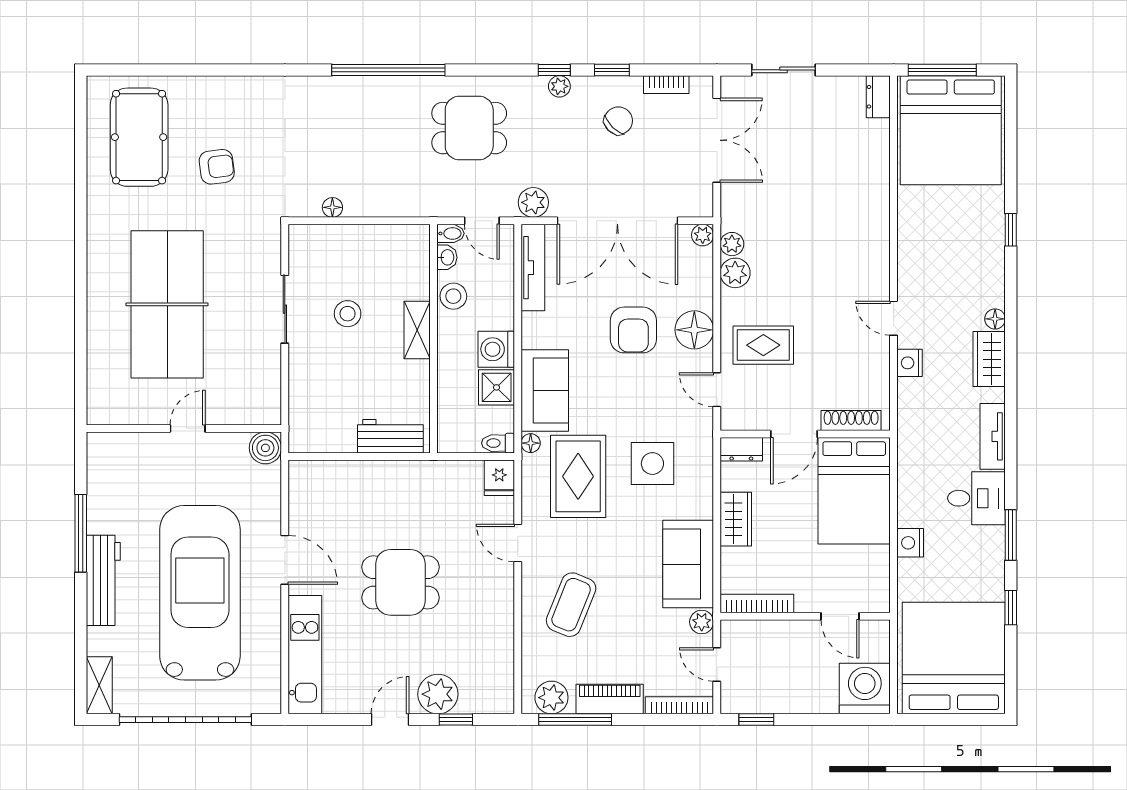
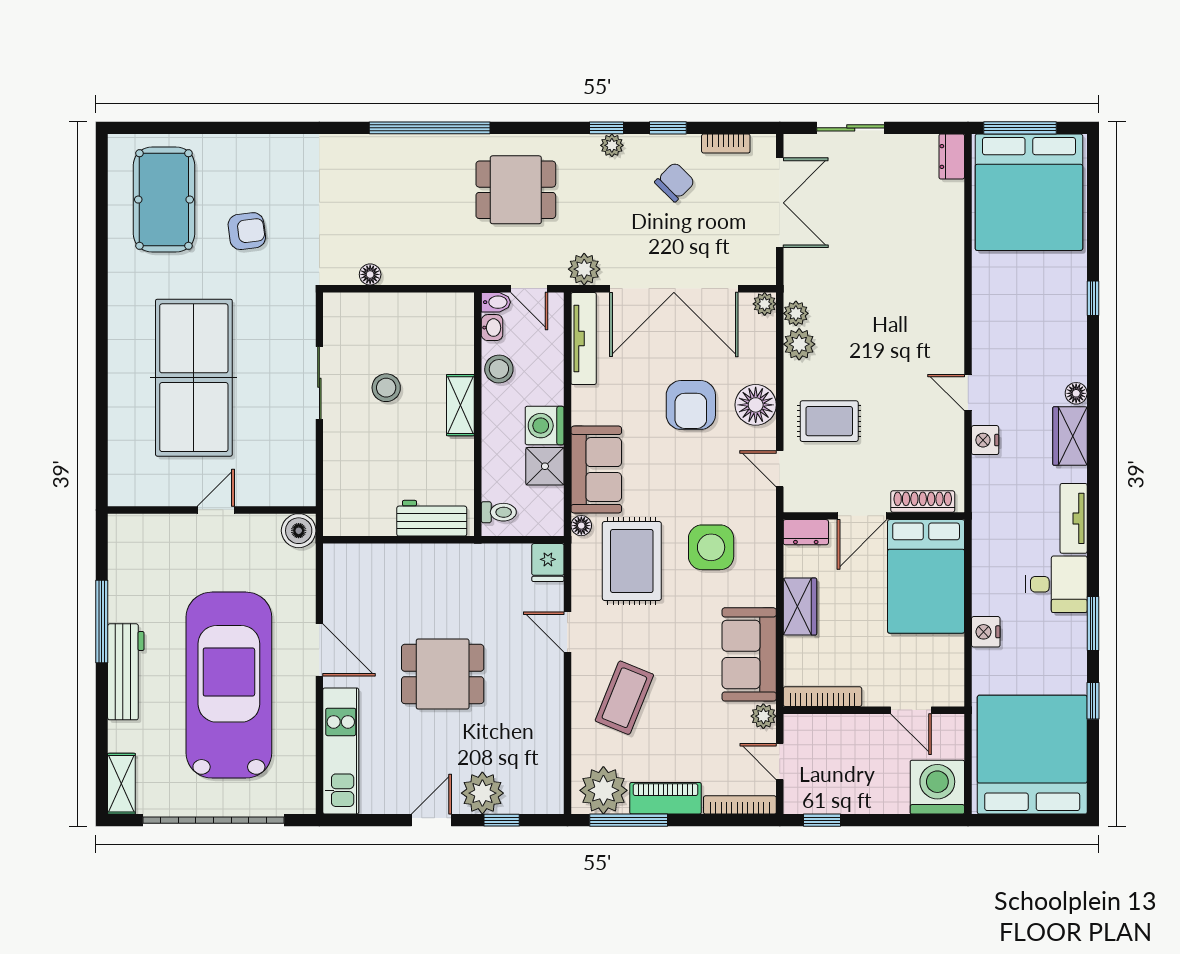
toilet: (498, 443) -> (499, 512), moved, turned 180
plant: (551, 698) -> (603, 790), width x1.36, depth x1.36

